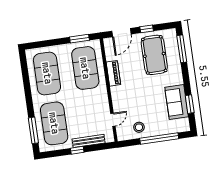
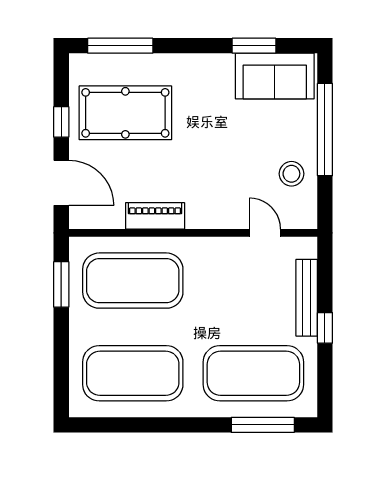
sofa: (177, 102) -> (275, 76), moved

